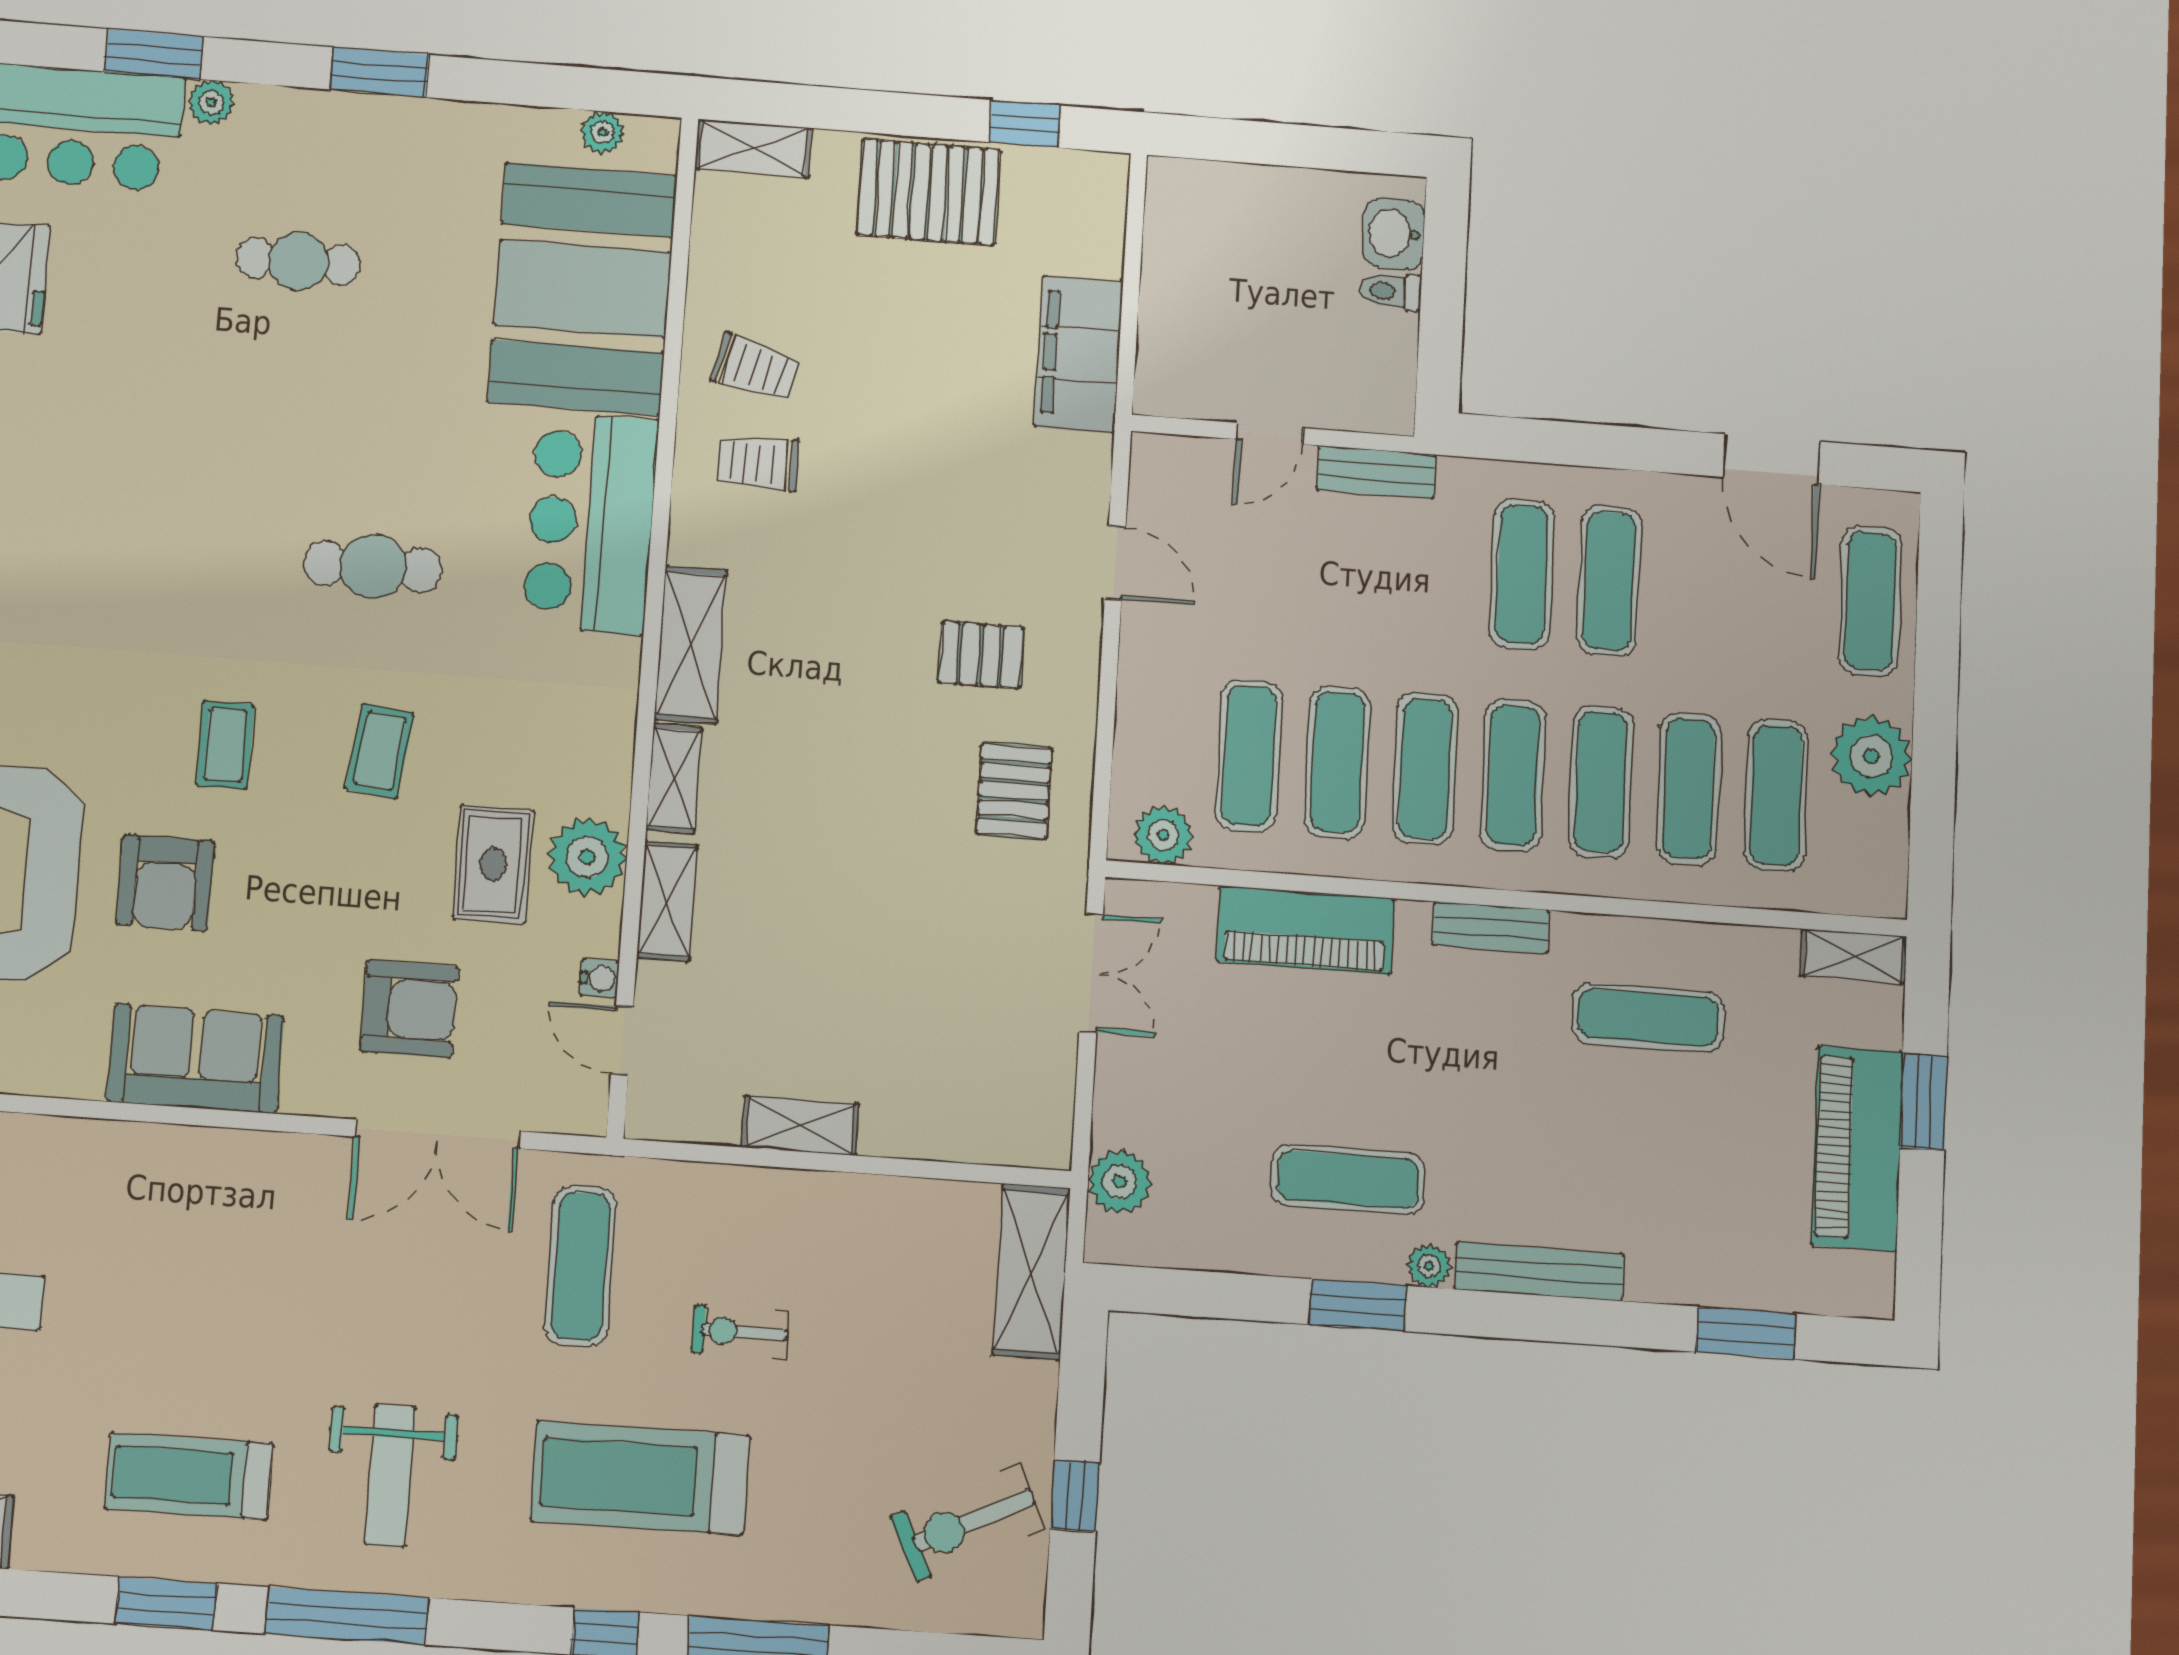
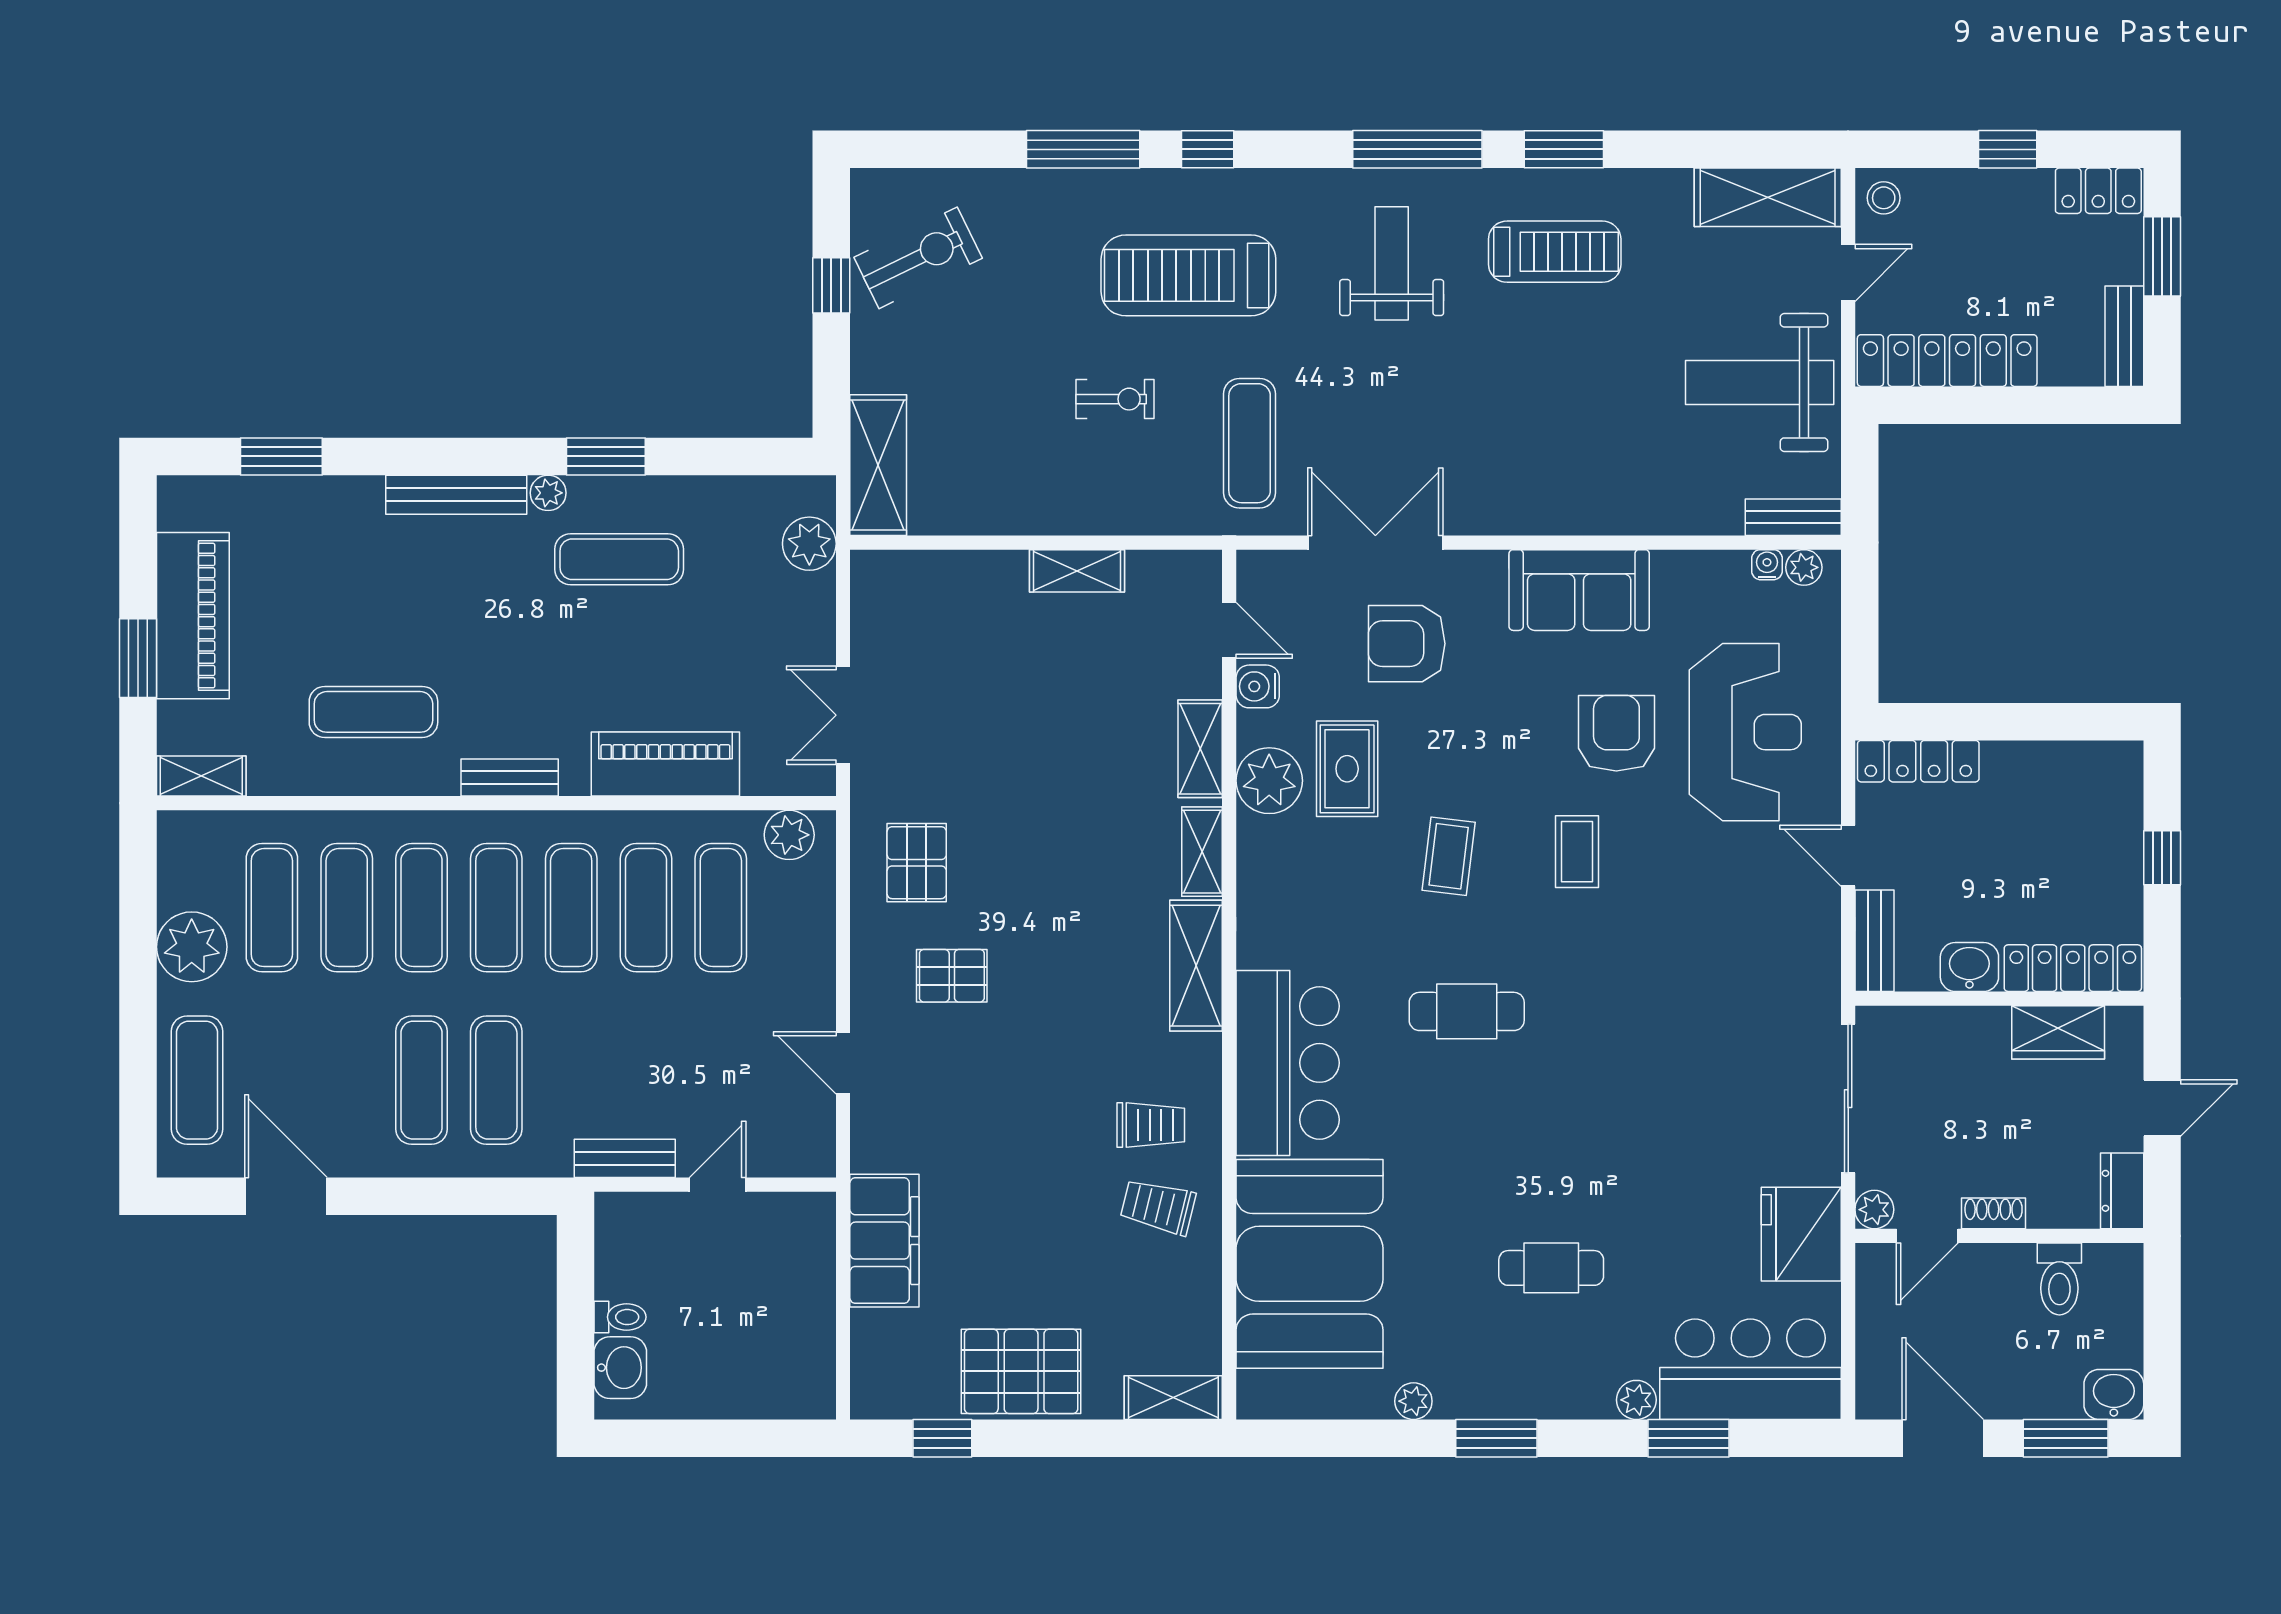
plant: (602, 132) -> (1413, 1401), moved
water cooler: (599, 978) -> (1258, 686), width x1.38, depth x1.38
treadmill: (640, 1478) -> (1188, 275), turned 180

